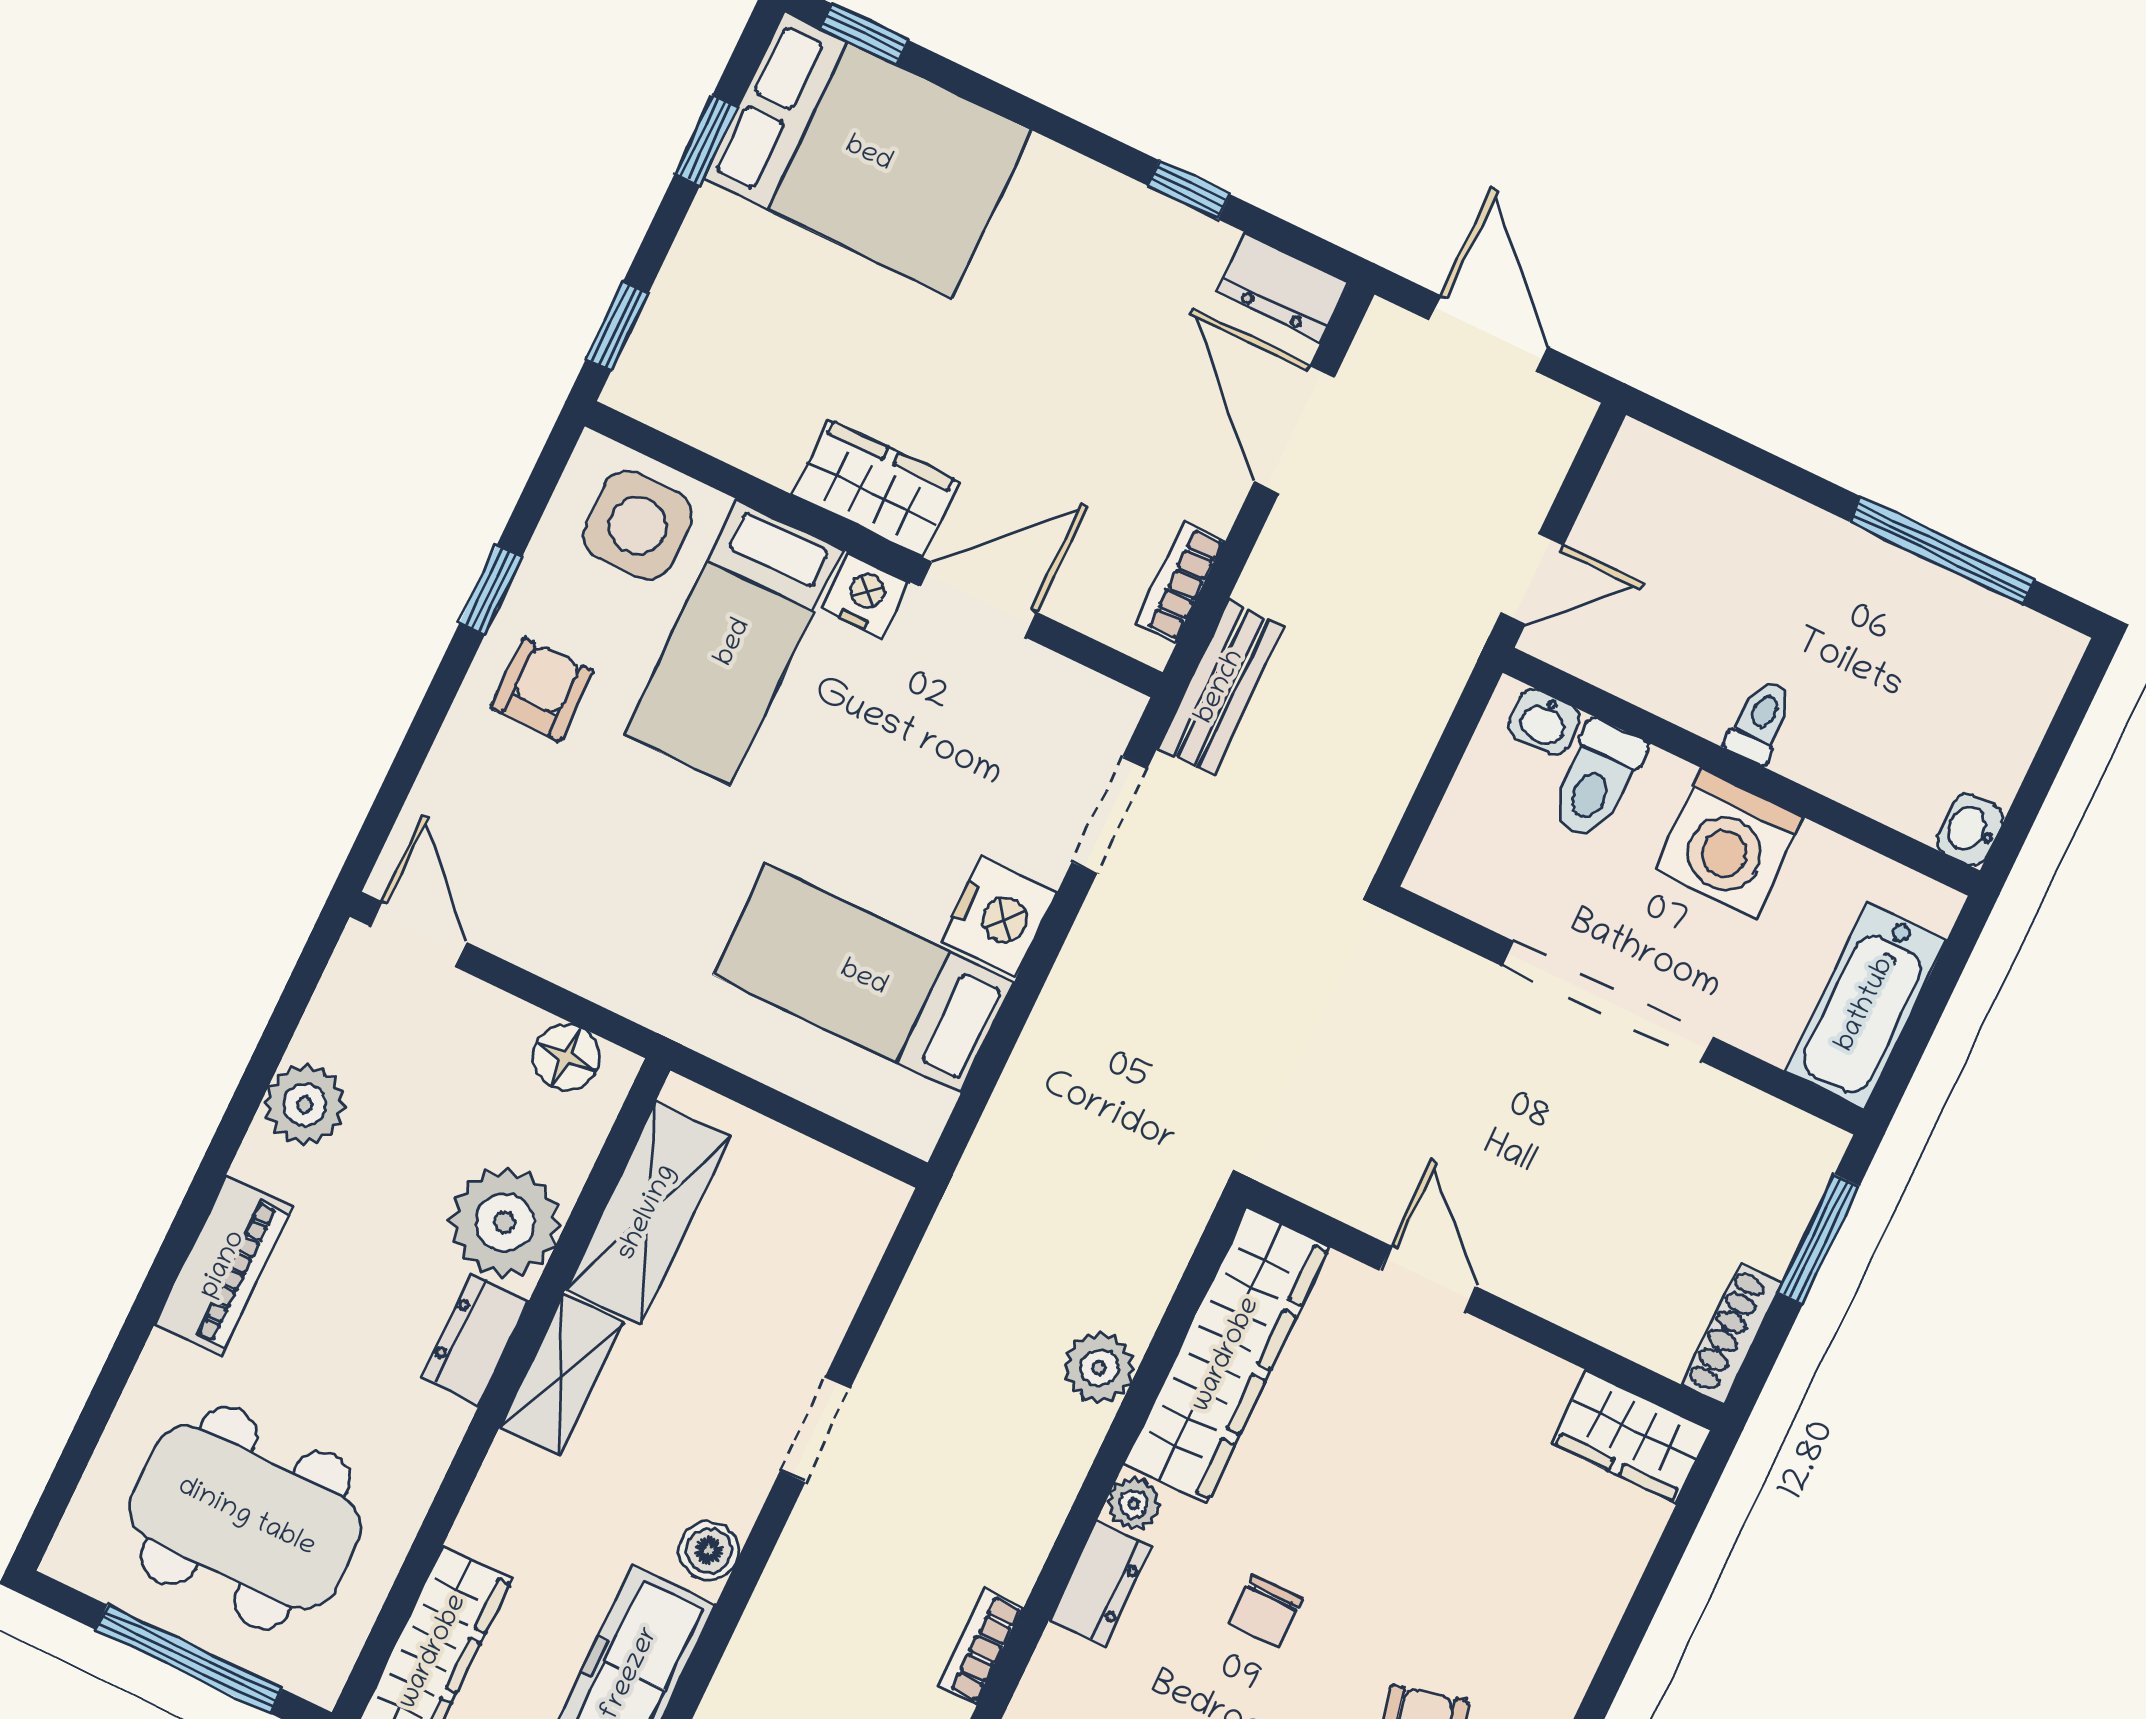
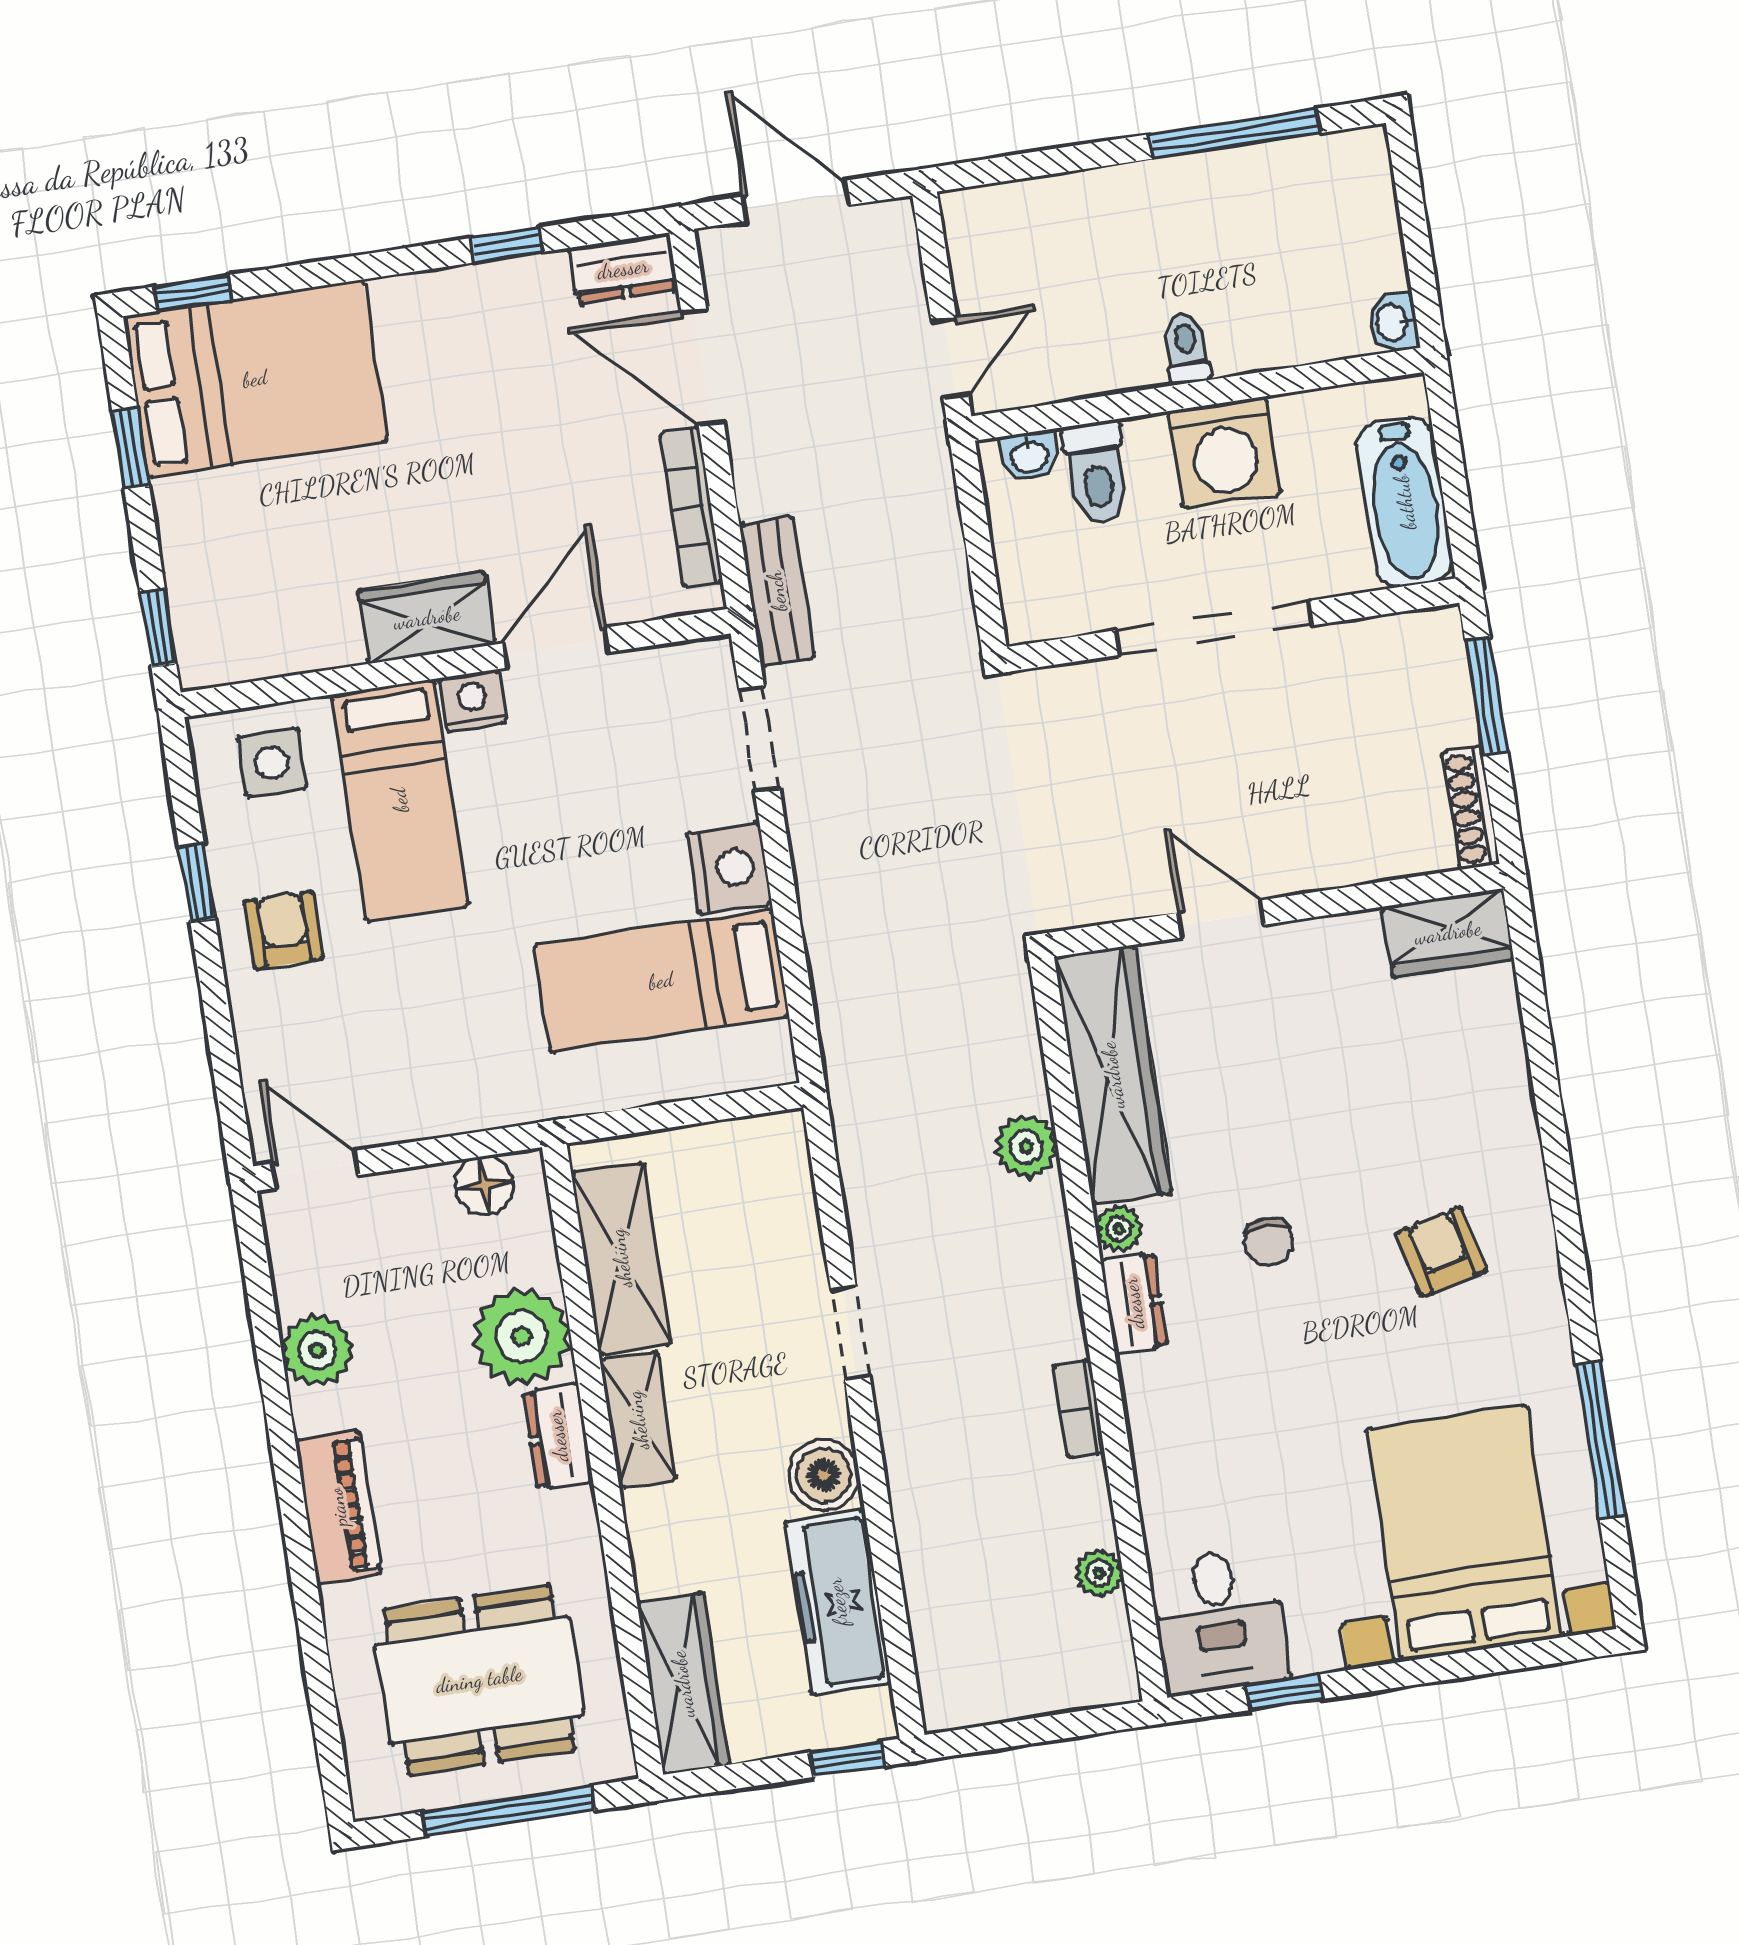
side table: (638, 525) -> (272, 763), width x0.73, depth x0.73
bookcase: (1181, 582) -> (691, 507), width x1.56
boiler: (709, 1551) -> (824, 1475), width x1.36, depth x1.36

